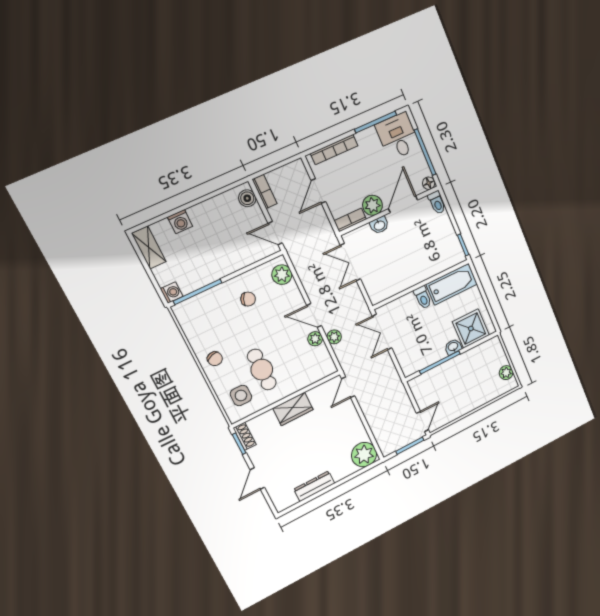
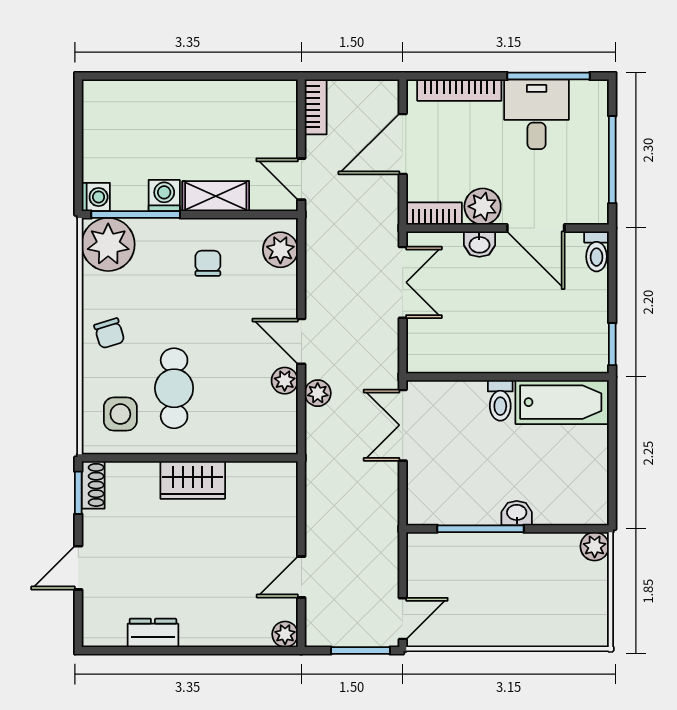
desk: (398, 136) -> (537, 114), moved
floor lamp: (429, 183) -> (596, 213), removed
door: (318, 191) -> (403, 144), width x1.38
boiler: (247, 198) -> (283, 105), removed
door: (403, 204) -> (536, 228), swing flipped
washing machine: (180, 222) -> (164, 195), moved, turned 180
shelving: (149, 247) -> (216, 196), moved, turned 90
double door: (350, 262) -> (403, 282), swing flipped
chair: (248, 299) -> (208, 263), turned -114
plant: (191, 314) -> (108, 244), added
shower: (471, 328) -> (563, 497), removed
plant: (506, 373) -> (595, 546), moved
door: (348, 387) -> (301, 577), moved
plant: (364, 455) -> (285, 634), width x0.53, depth x0.53
dresser: (314, 486) -> (153, 633), width x0.70

